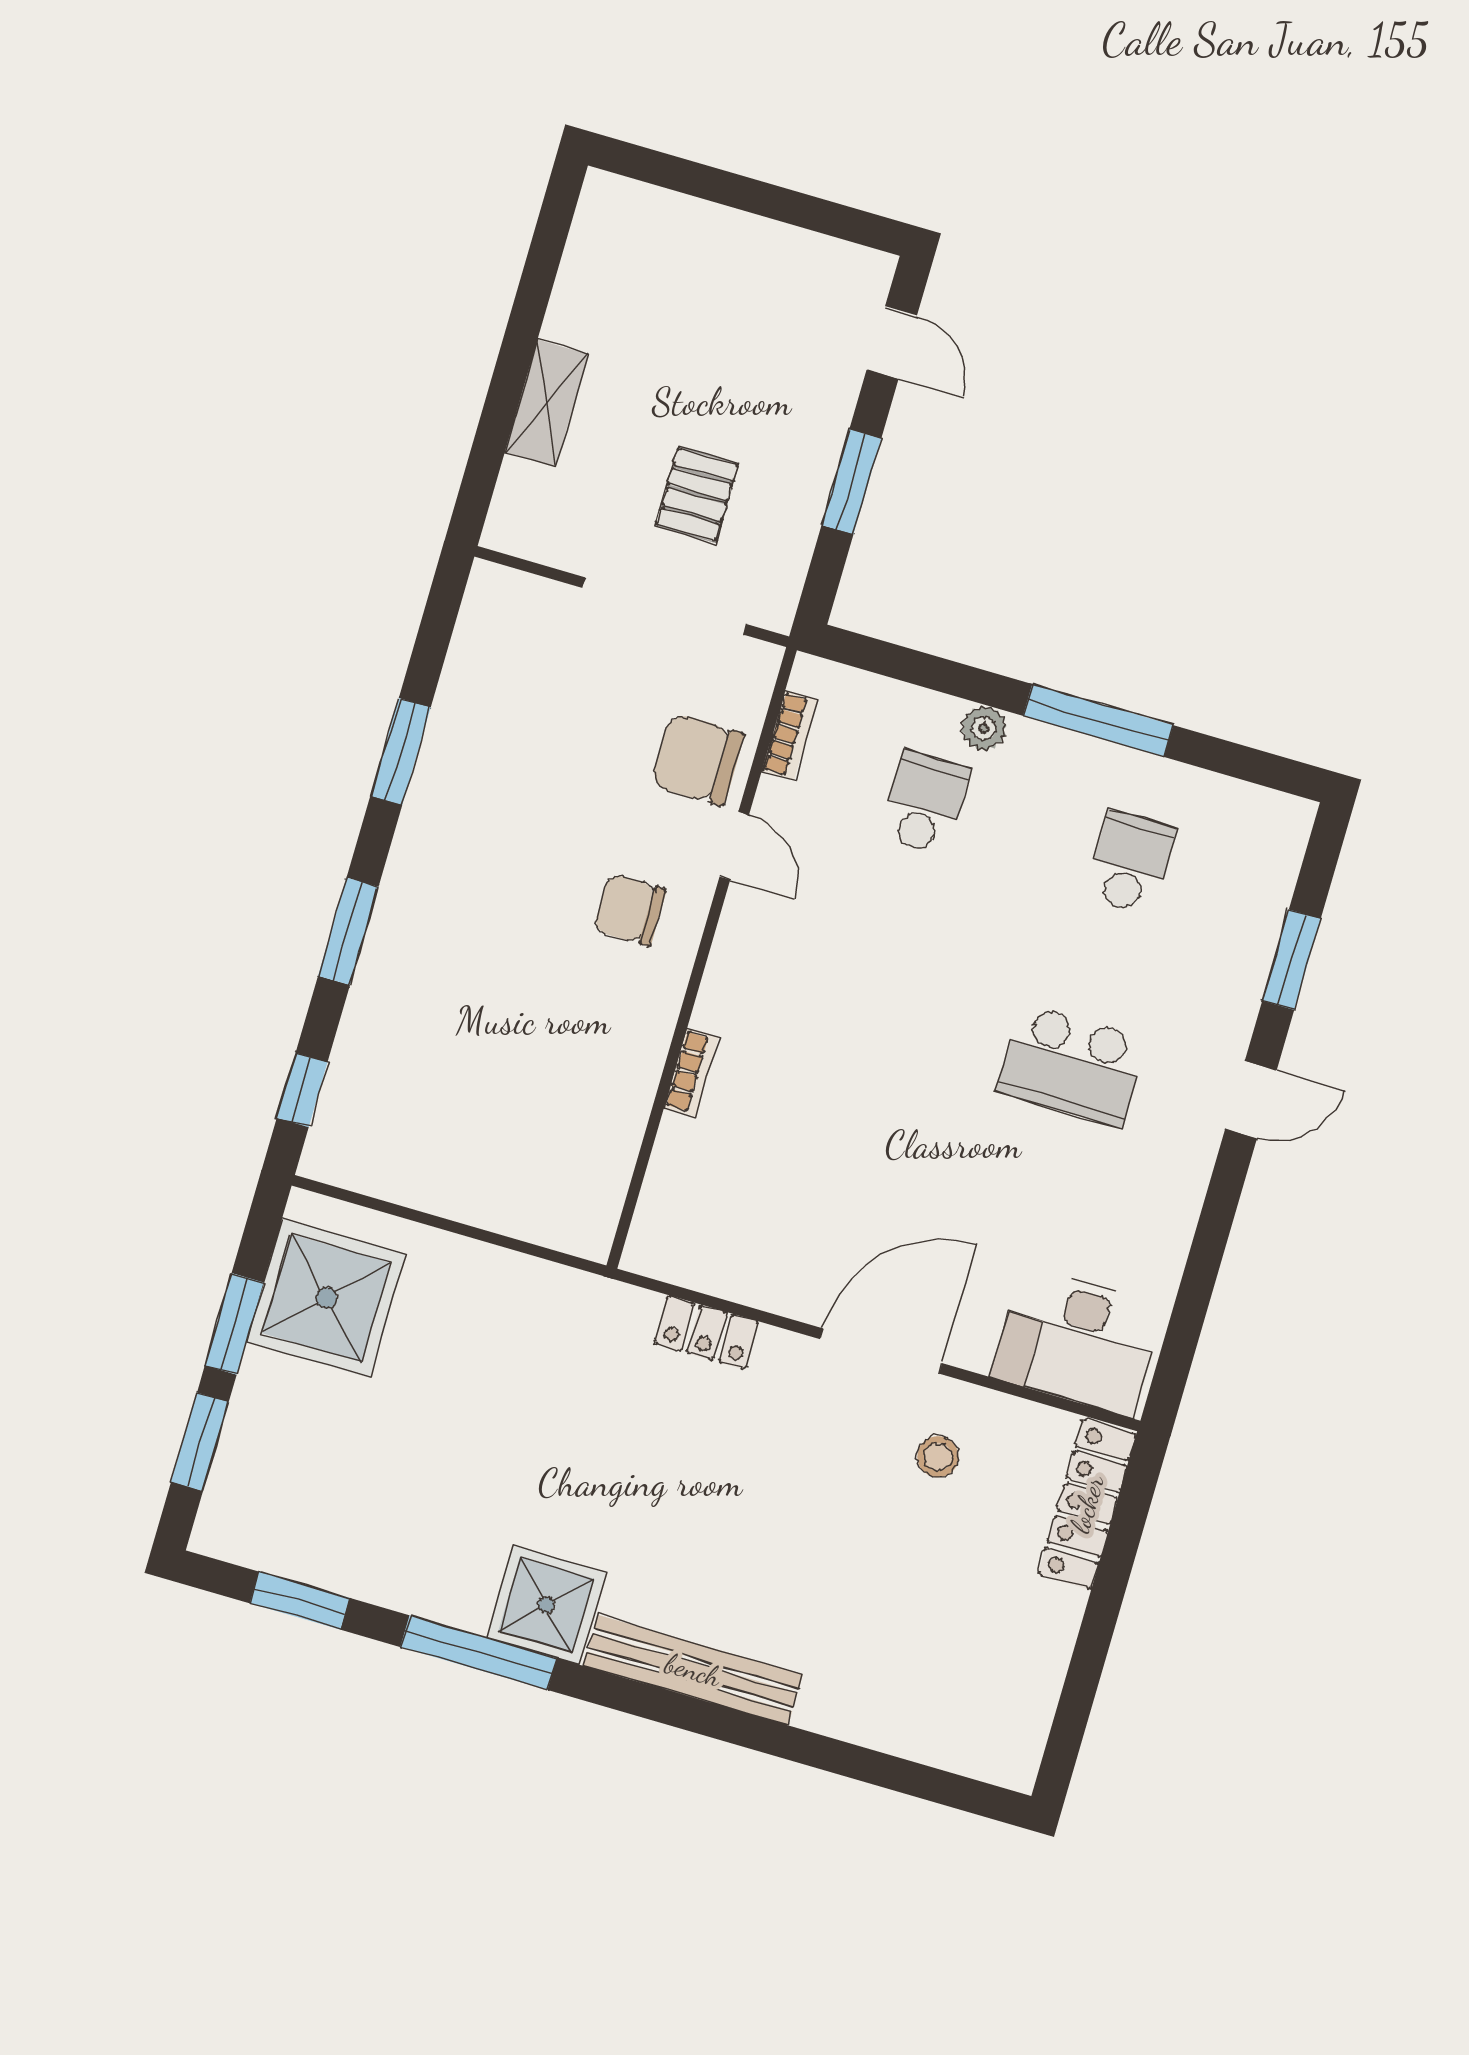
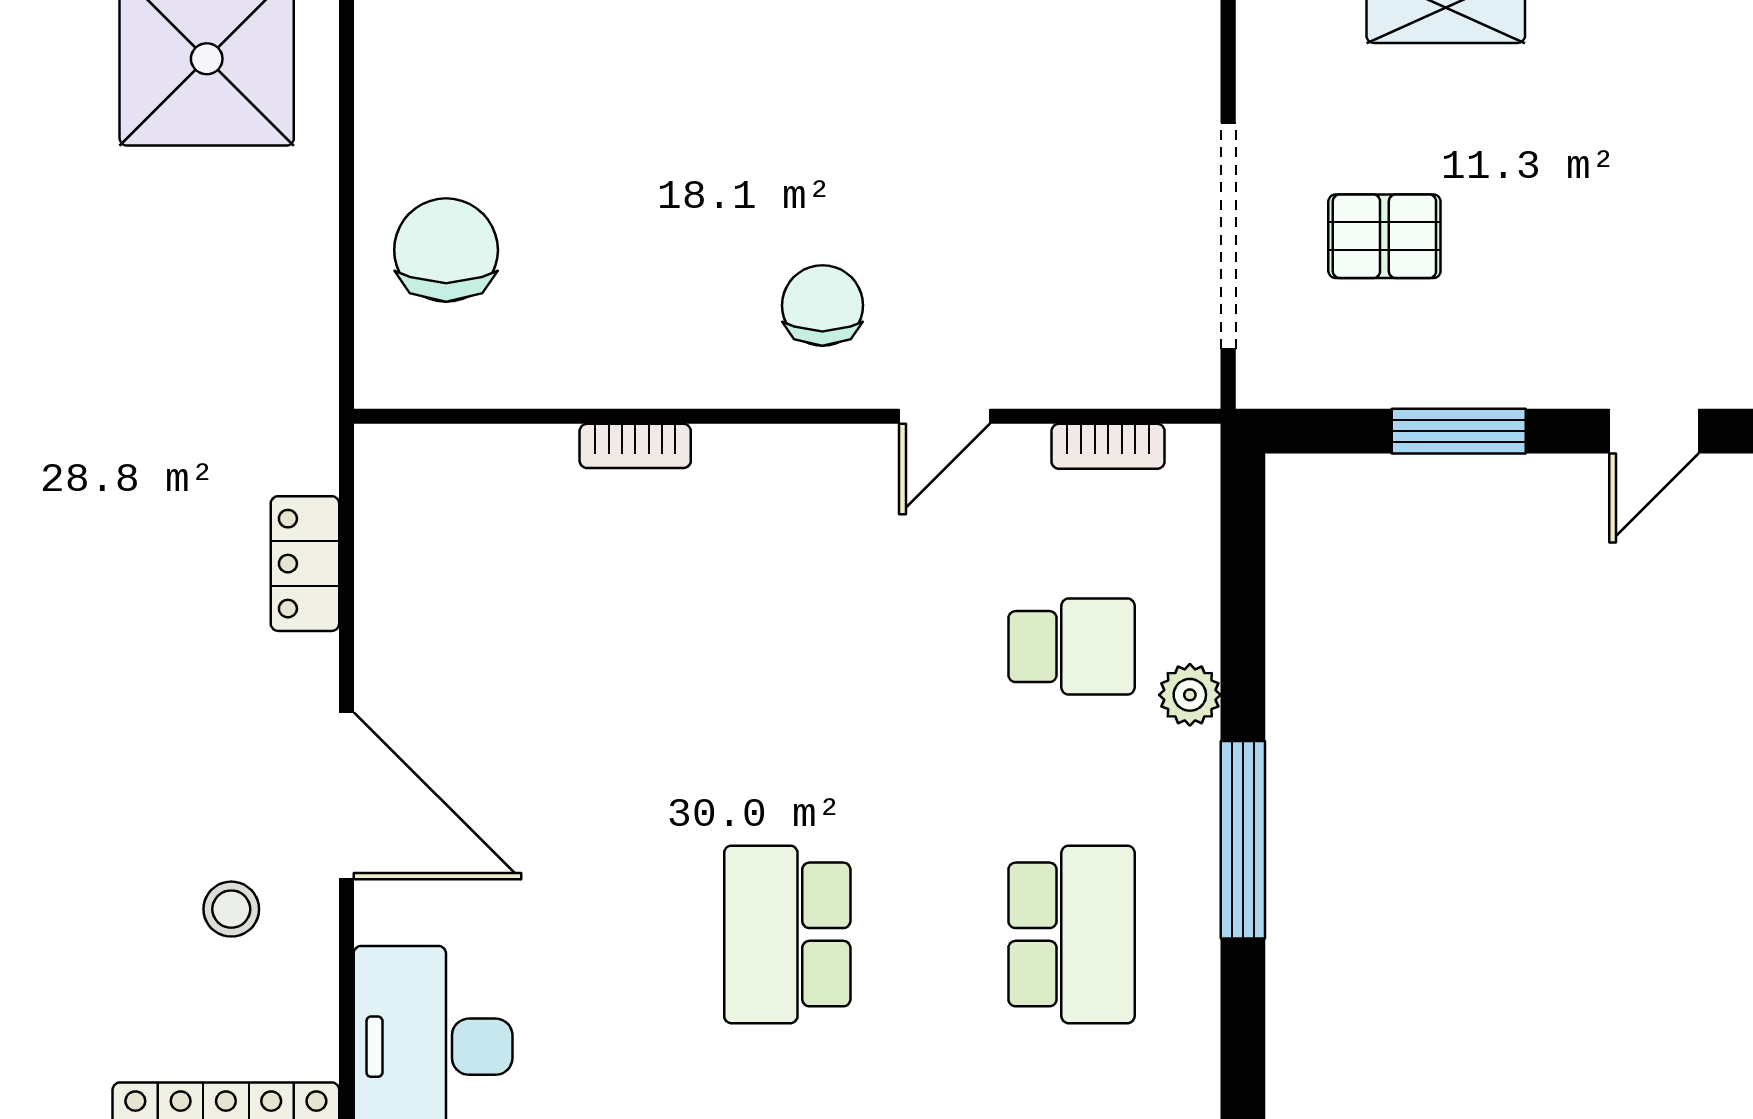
chair: (698, 759) -> (446, 250), moved
school desk: (1130, 862) -> (1072, 934), width x1.85

